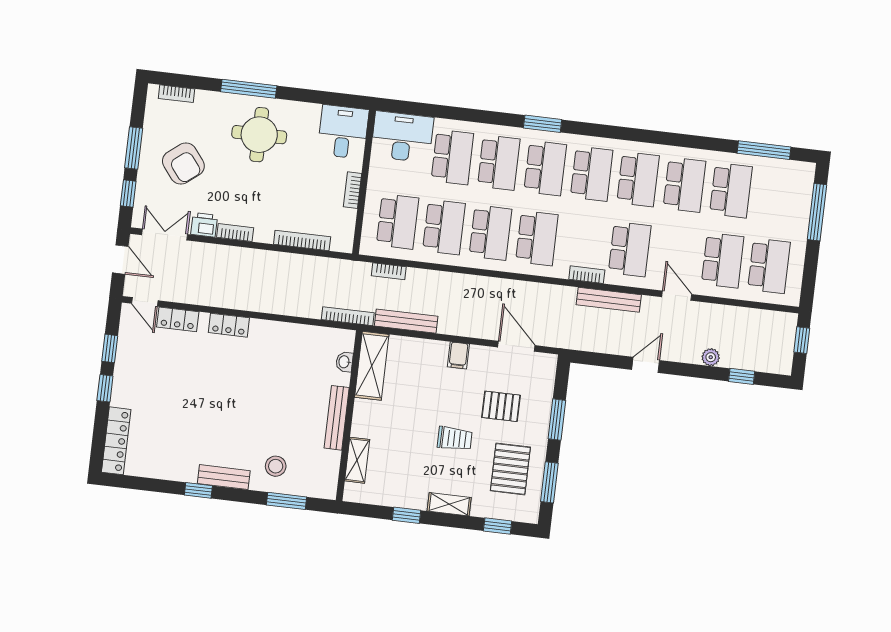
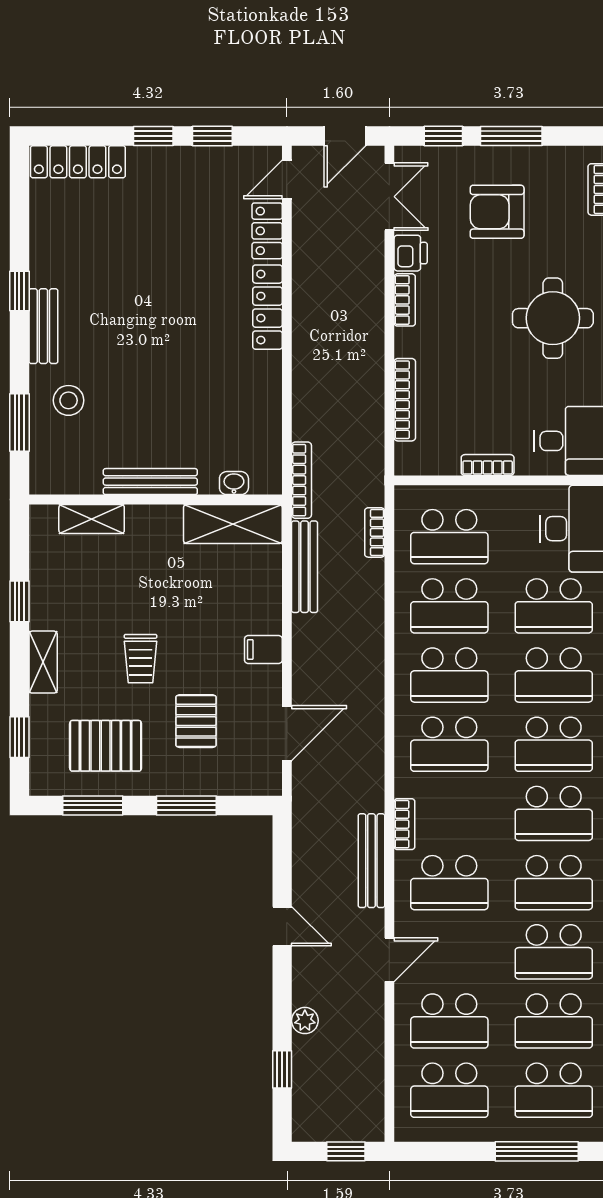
armchair: (183, 164) -> (497, 212), turned 38
school desk: (777, 196) -> (554, 1090), added
locker: (229, 325) -> (268, 307), width x1.53

